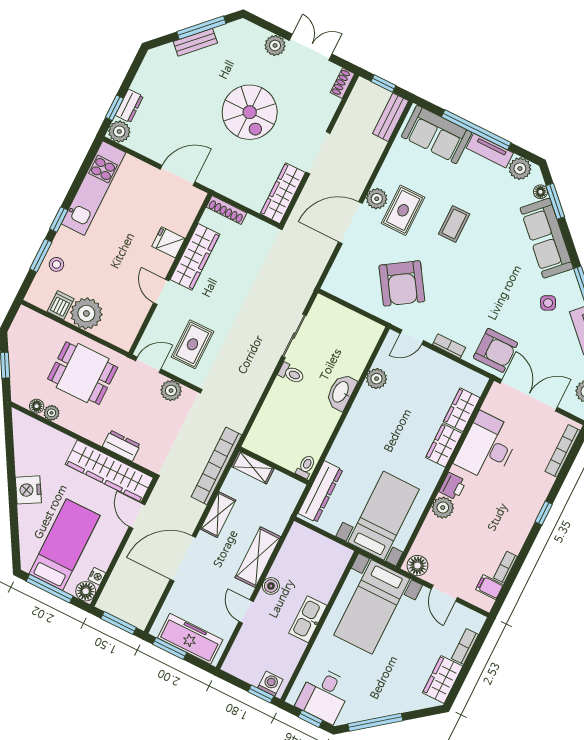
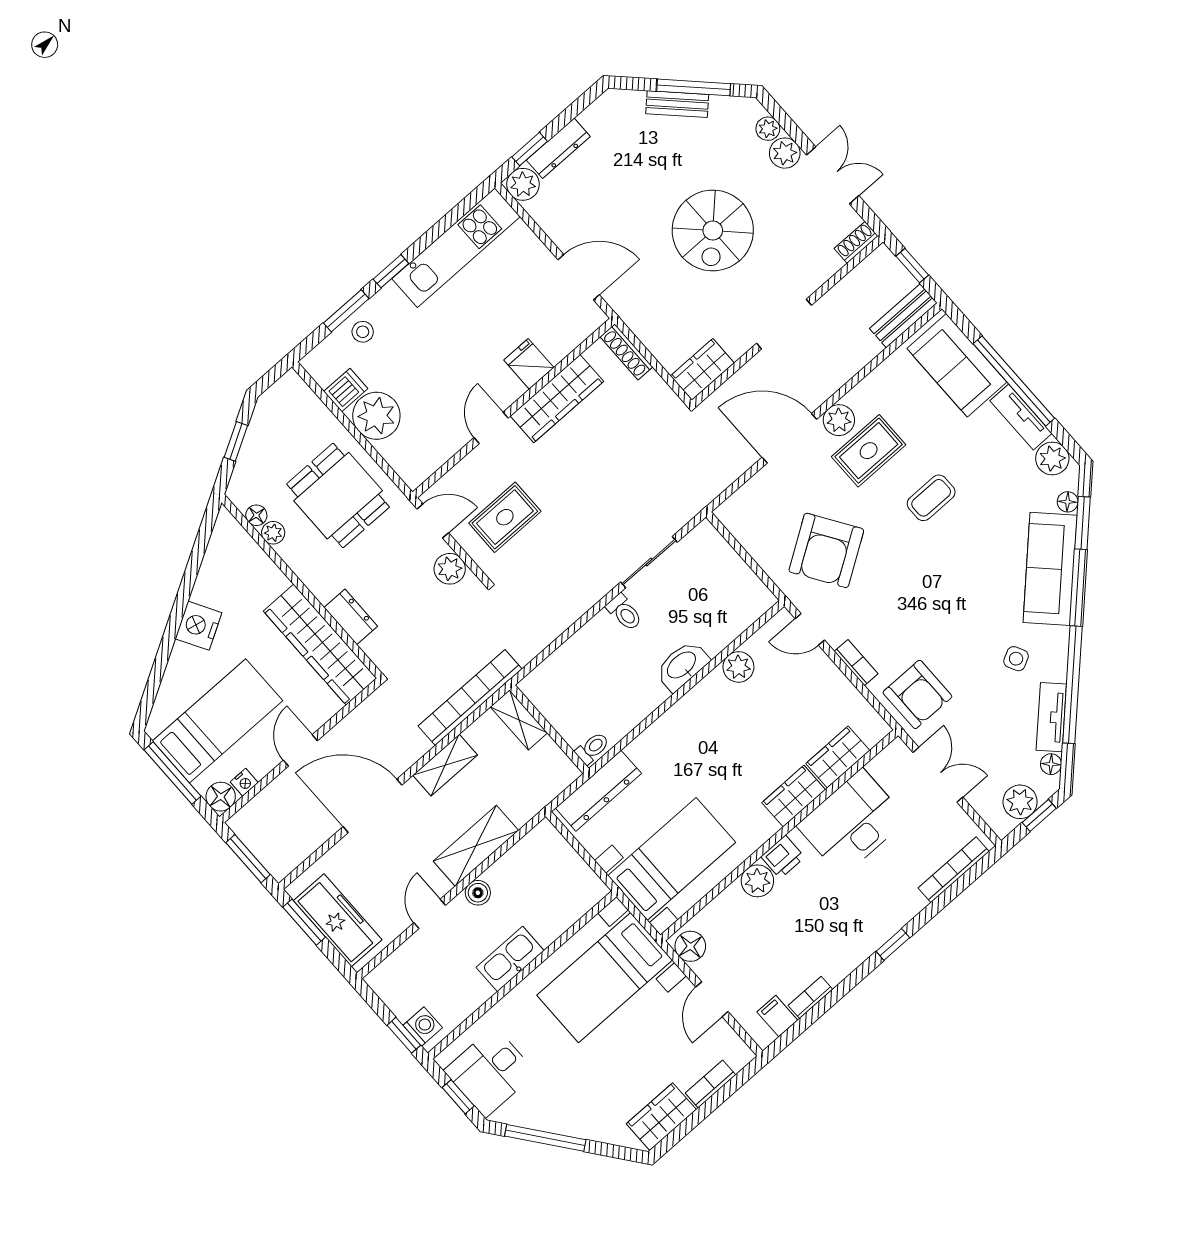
plant: (258, 35) -> (768, 129), added
dresser: (129, 106) -> (558, 148), width x1.44
wardrobe: (283, 193) -> (702, 369), width x0.67
double door: (529, 395) -> (938, 775), width x0.73
door: (137, 516) -> (300, 750), moved

